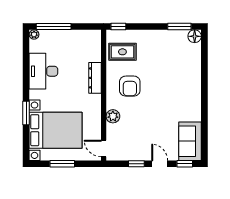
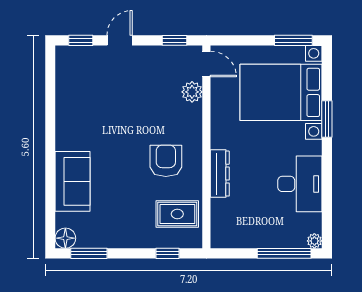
window: (118, 27) -> (168, 253), moved
plant: (113, 116) -> (192, 92), moved
sofa: (190, 141) -> (73, 181), moved
window: (62, 164) -> (293, 40), moved
window: (136, 164) -> (174, 40), moved
door: (160, 164) -> (120, 40), swing flipped

